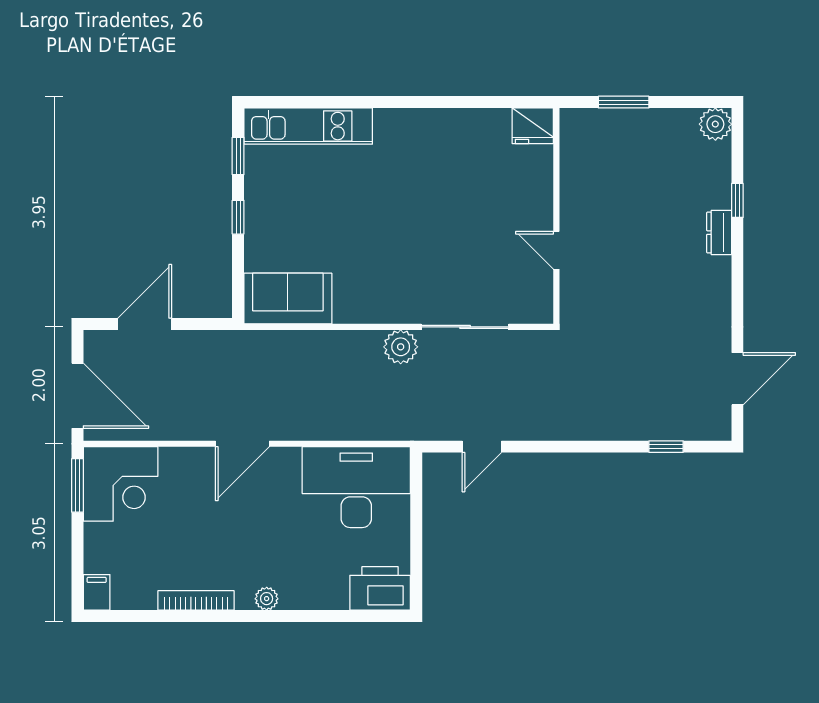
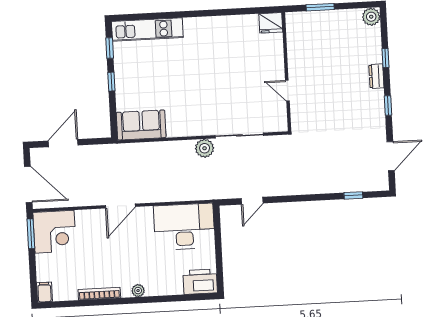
window: (737, 287) -> (388, 106), added

